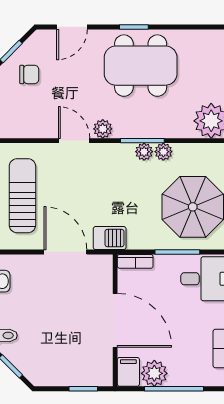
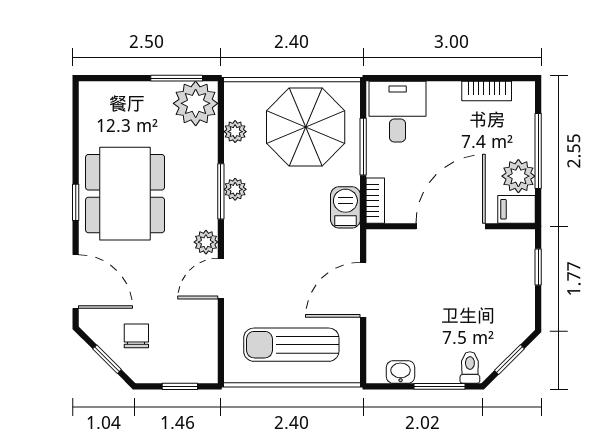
door: (72, 27) -> (76, 281), width x1.38
plant: (163, 152) -> (235, 132), moved
barbecue: (110, 238) -> (345, 207), moved

